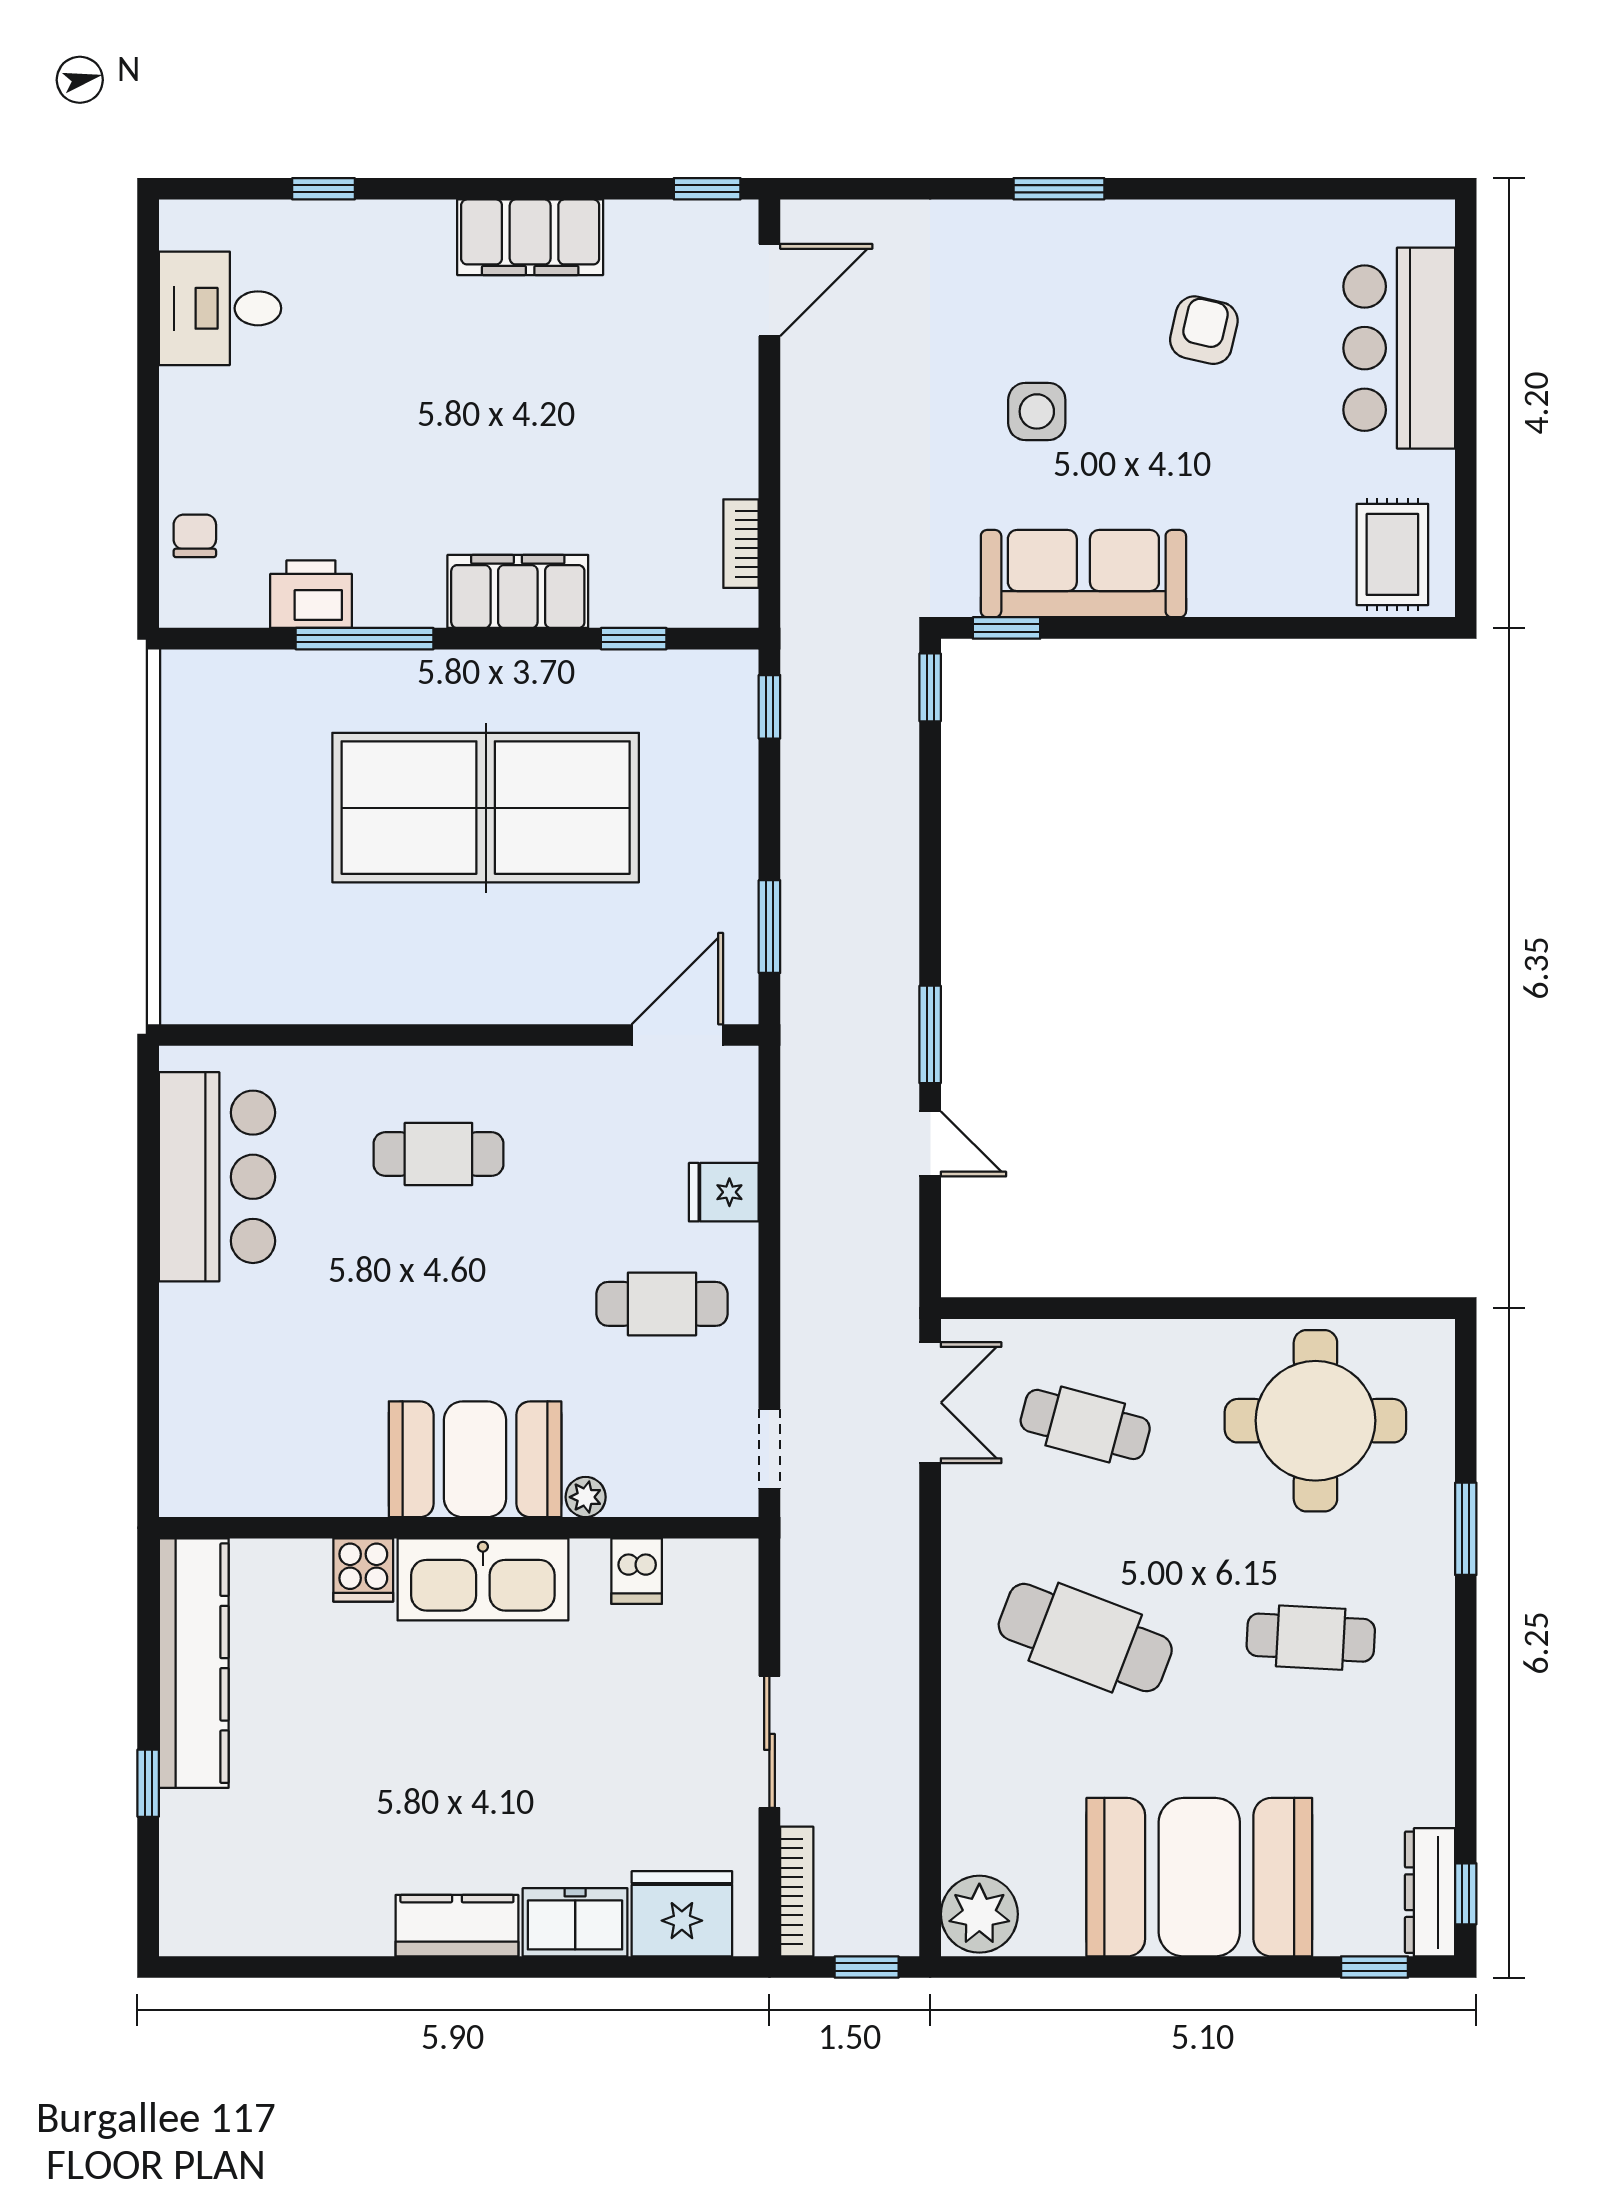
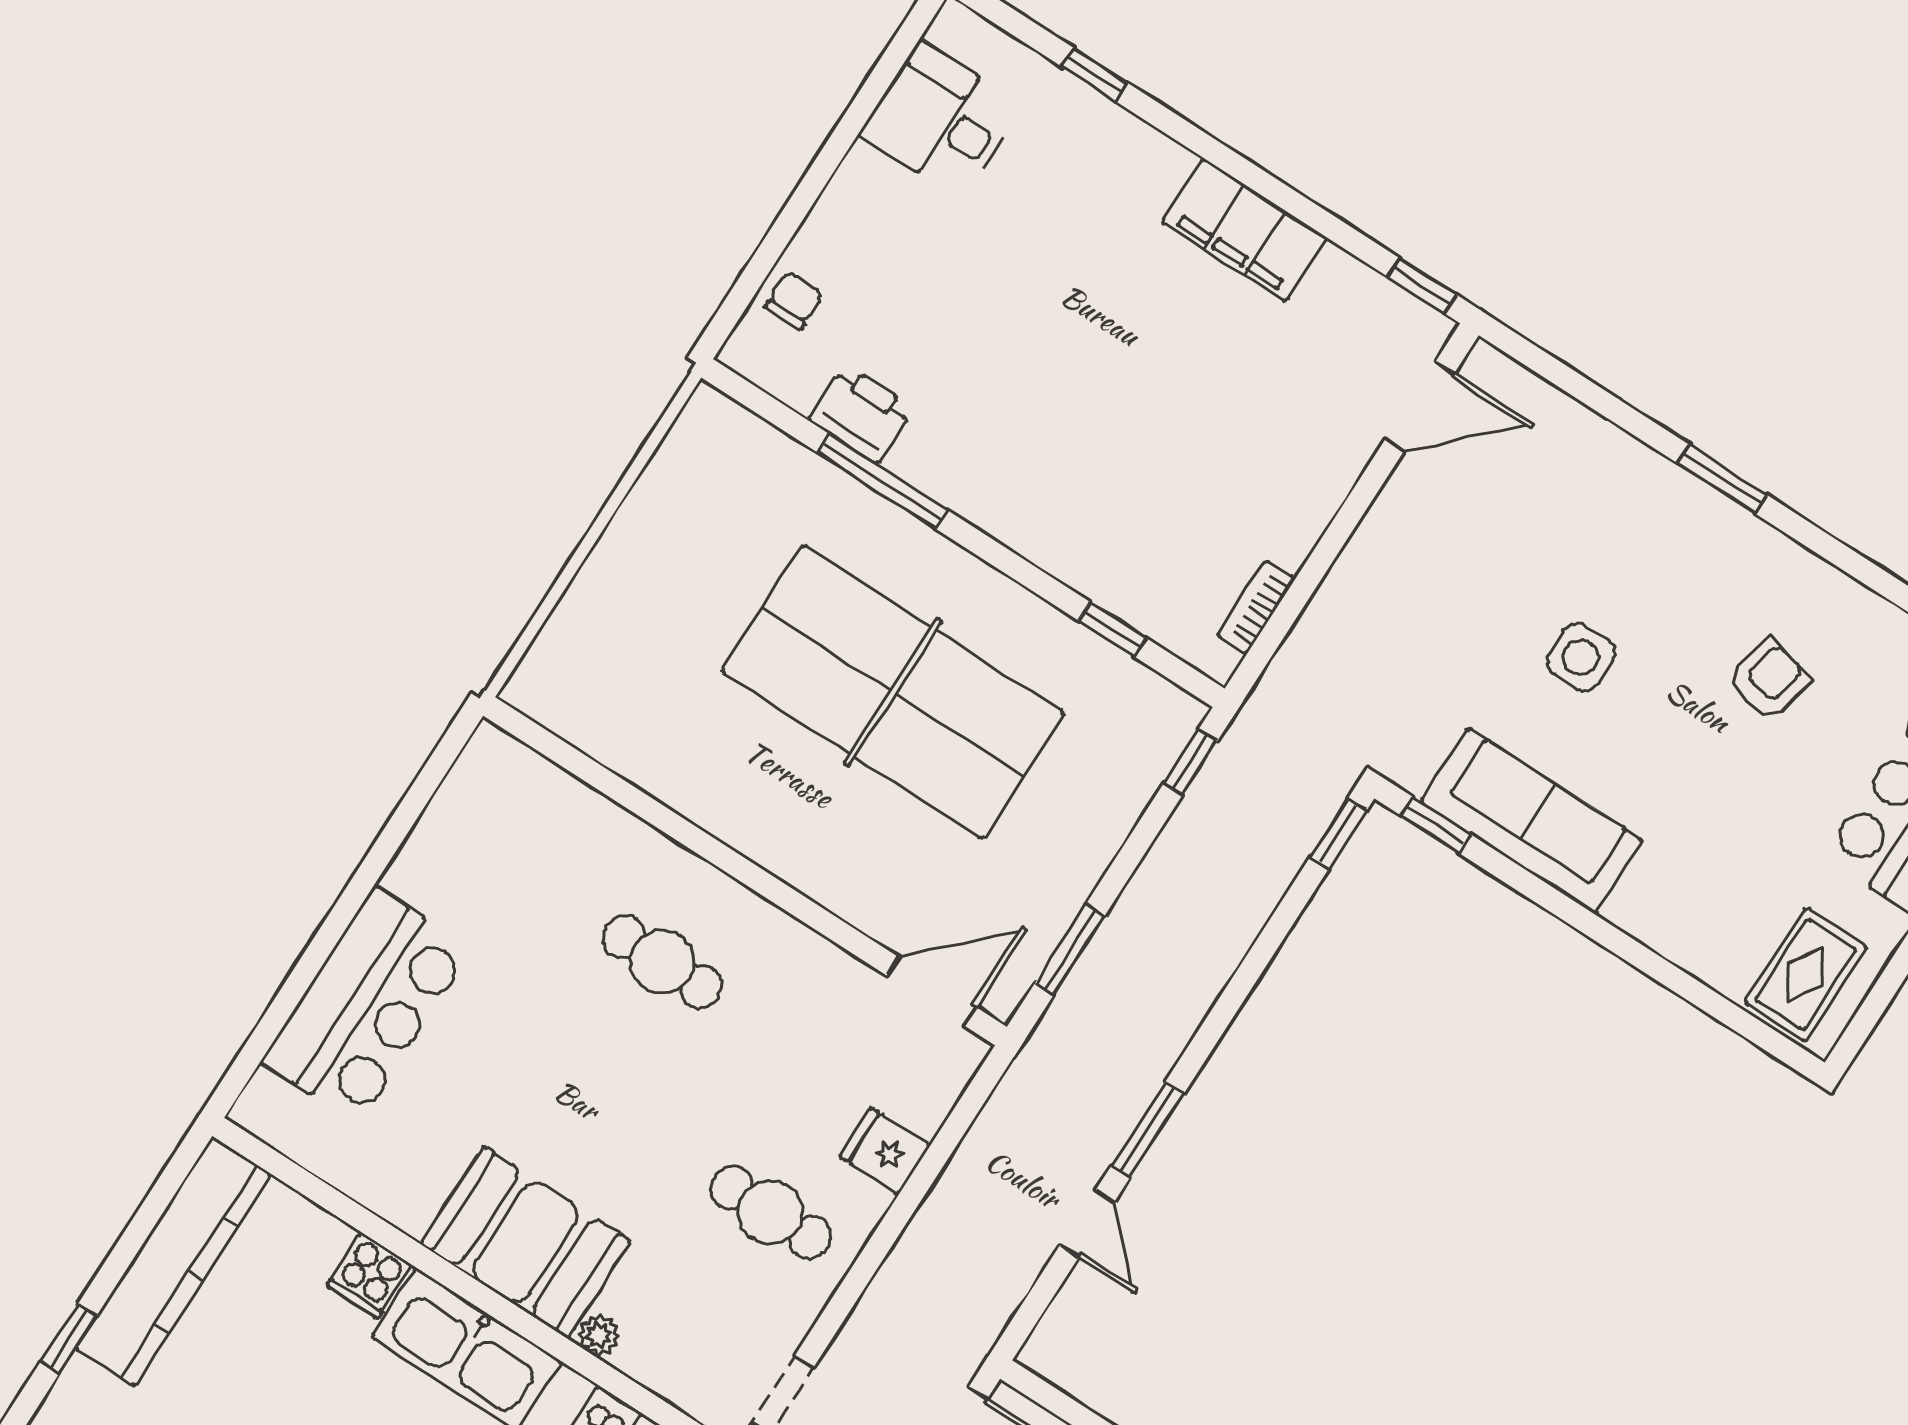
filing cabinet: (518, 591) -> (1039, 525), removed
bar counter: (217, 1177) -> (367, 1005), moved

